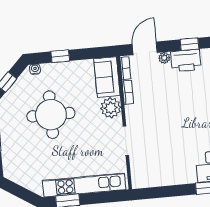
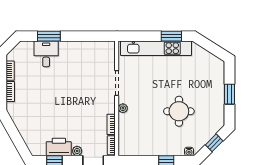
sofa: (107, 77) -> (128, 139), removed
plant: (111, 108) -> (123, 108), width x0.53, depth x0.53
round table: (51, 115) -> (179, 111), width x0.73, depth x0.73

